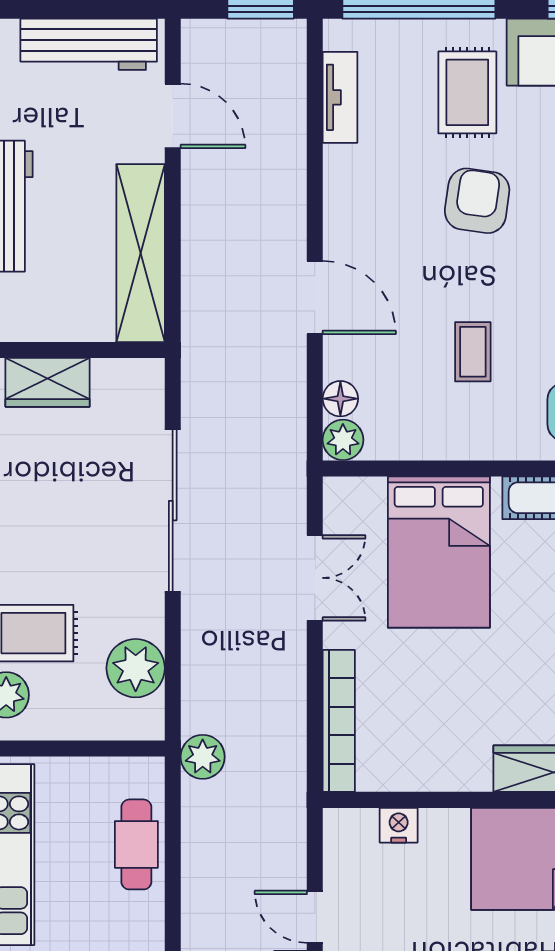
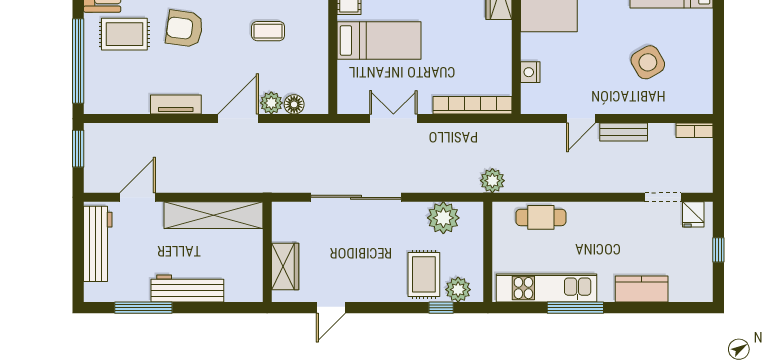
tv unit: (340, 97) -> (176, 105), moved
plant: (343, 440) -> (271, 103), moved
bed: (439, 552) -> (379, 40), width x0.67

